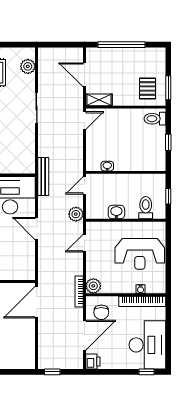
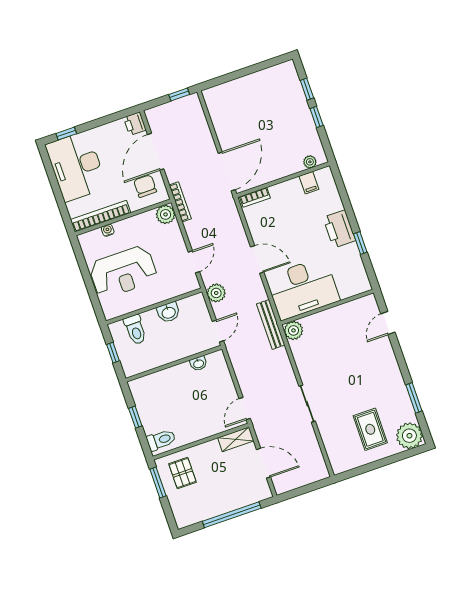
plant: (28, 66) -> (293, 330), moved
reception desk: (140, 254) -> (123, 272), turned 180
bookcase: (22, 276) -> (255, 197), added

